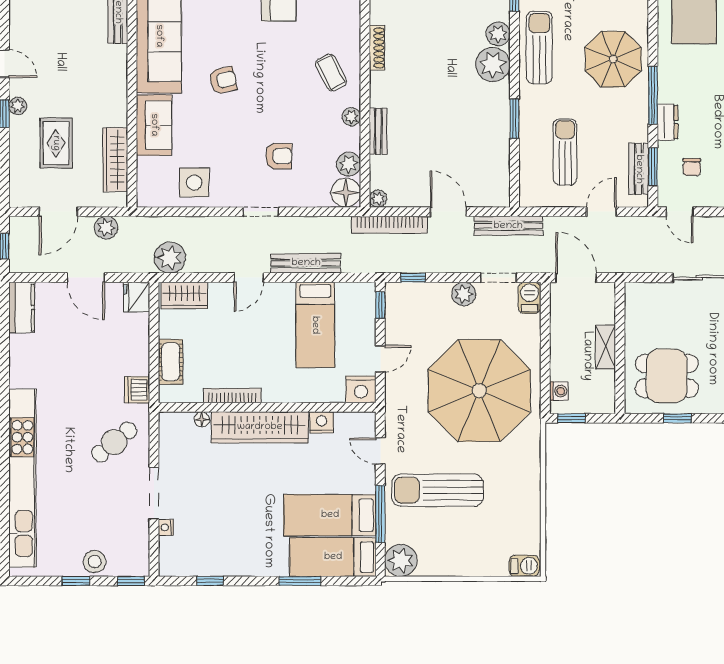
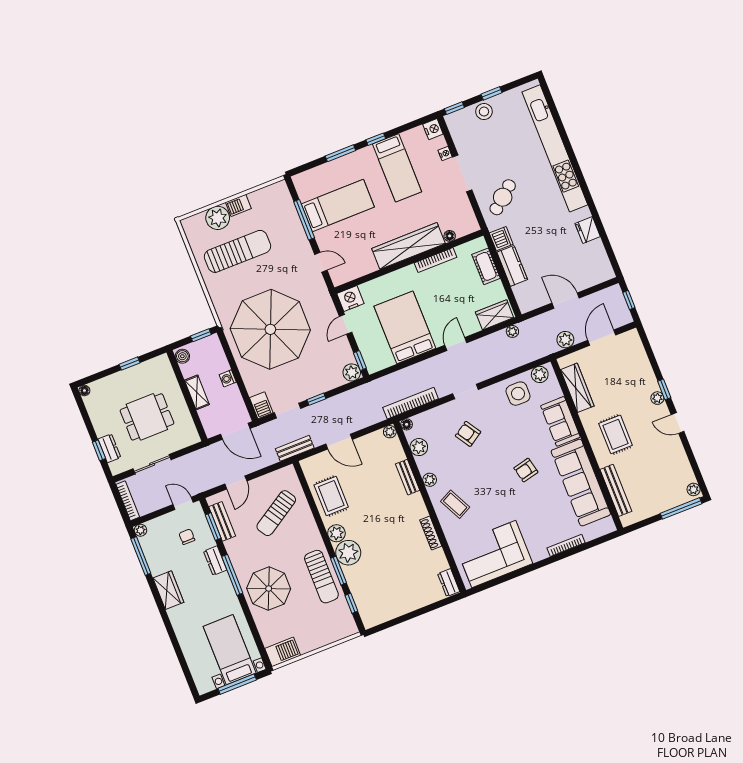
plant: (498, 34) -> (336, 533), moved
window: (514, 119) -> (338, 571), moved
rug: (56, 143) -> (616, 434), moved
rug: (486, 146) -> (331, 496), added
sun lounger: (565, 152) -> (276, 513), turned 58
armchair: (279, 156) -> (468, 434), turned 57
floor lamp: (346, 193) -> (407, 424), width x0.53, depth x0.53
plant: (157, 196) -> (540, 374), added
bookcase: (389, 225) -> (411, 403), moved
bench: (508, 226) -> (295, 448), width x0.73
plant: (170, 258) -> (512, 331), width x0.53, depth x0.53
bench: (306, 263) -> (421, 369), removed
window: (413, 278) -> (316, 399), moved
plant: (464, 294) -> (352, 372), moved
fridge: (137, 297) -> (588, 230), moved, turned 180
kitchen counter: (22, 307) -> (512, 266), moved, turned 180
bed: (315, 325) -> (405, 327), width x1.50
dining table: (667, 376) -> (147, 417), moved
washing machine: (559, 391) -> (228, 378), moved
boiler: (606, 401) -> (182, 356), added
nightstand: (322, 422) -> (433, 129), moved, turned -90
sun lounger: (437, 490) -> (237, 251), moved
bed: (333, 557) -> (397, 168), moved, turned 90
plant: (401, 560) -> (218, 218), moved
barbecue: (524, 566) -> (238, 205), moved
window: (210, 581) -> (376, 139), moved

